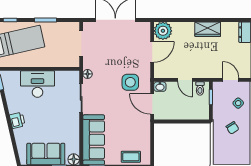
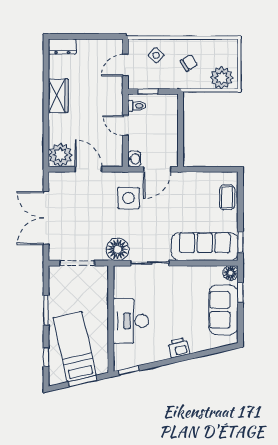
floor lamp: (88, 74) -> (118, 249), width x1.89, depth x1.89
door: (185, 80) -> (125, 125), swing flipped
plant: (221, 153) -> (222, 78), added

